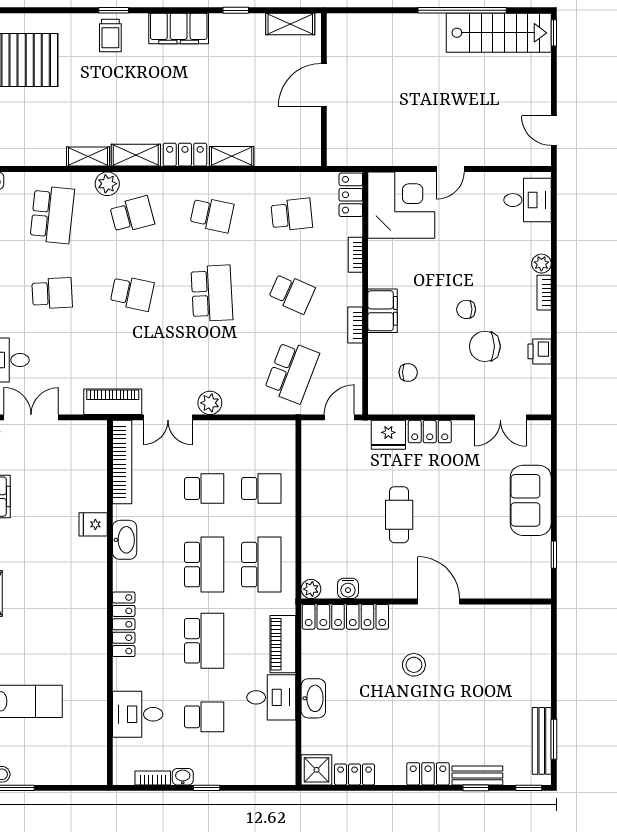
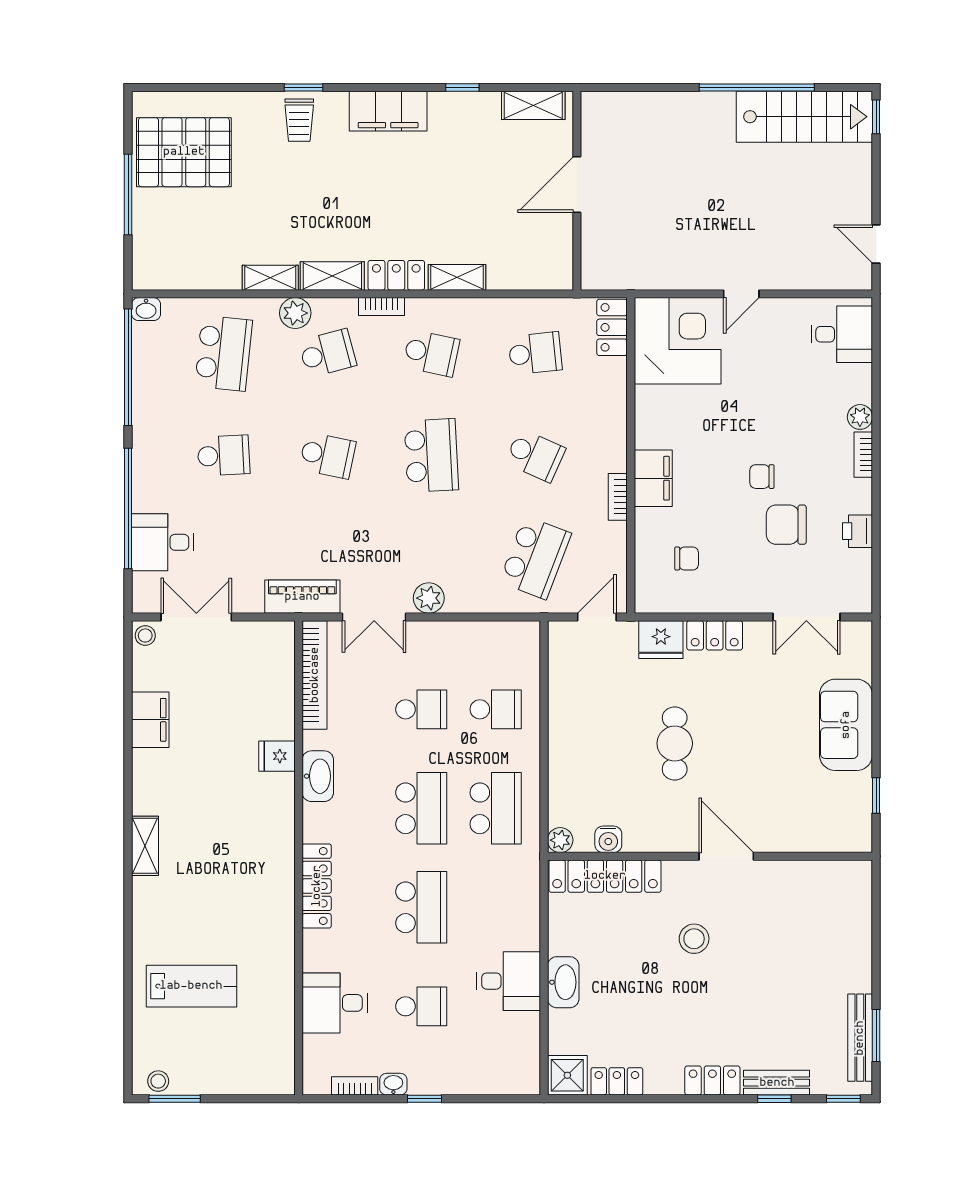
bookcase: (355, 255) -> (381, 307), moved, turned -90
piano: (283, 644) -> (524, 912), removed

